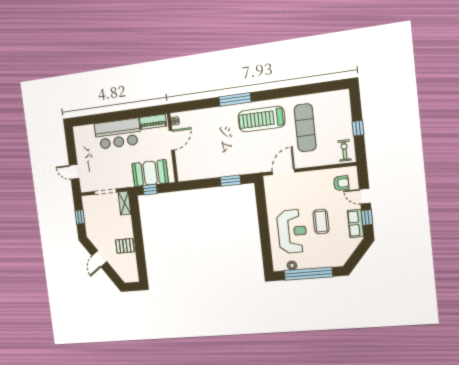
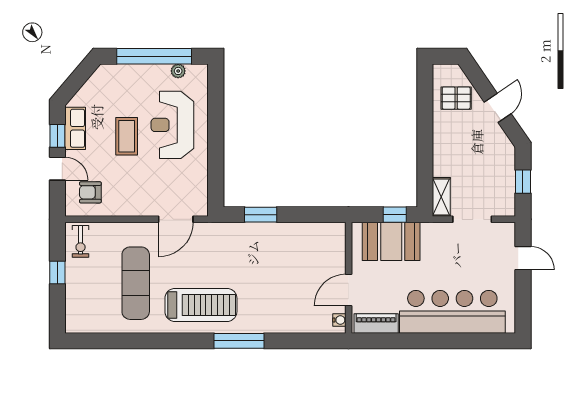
bar counter: (118, 134) -> (452, 312), width x1.36
pallet: (125, 246) -> (456, 98), moved

